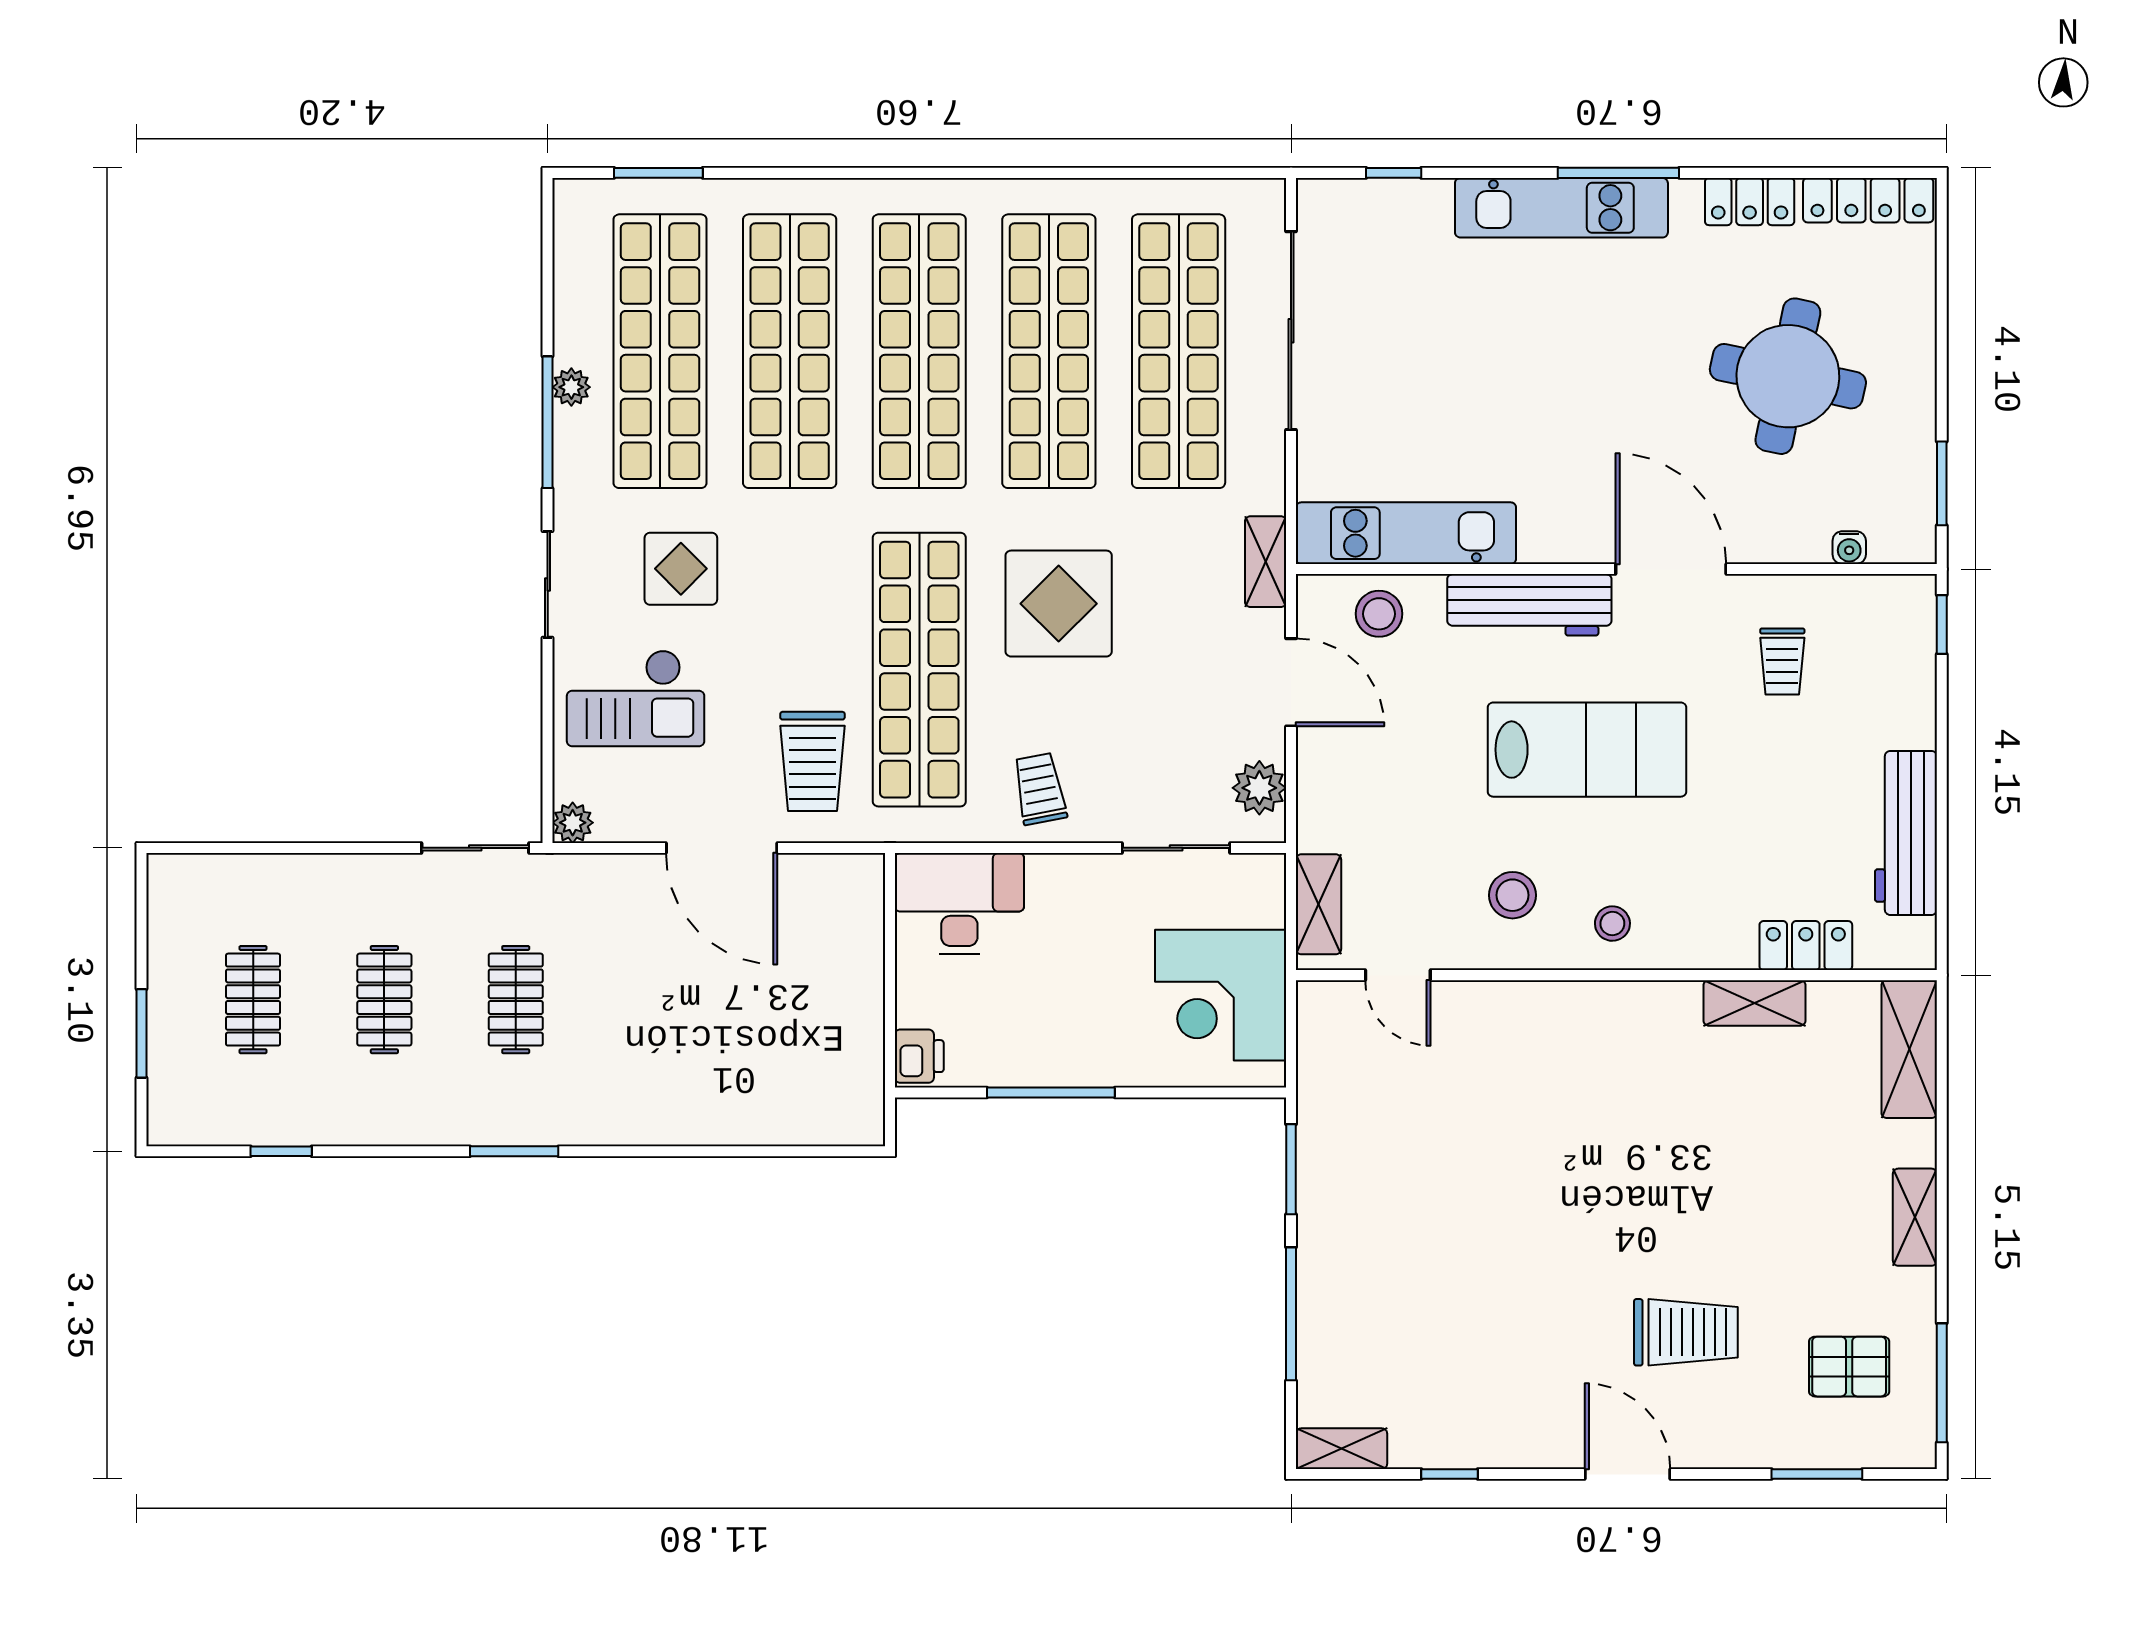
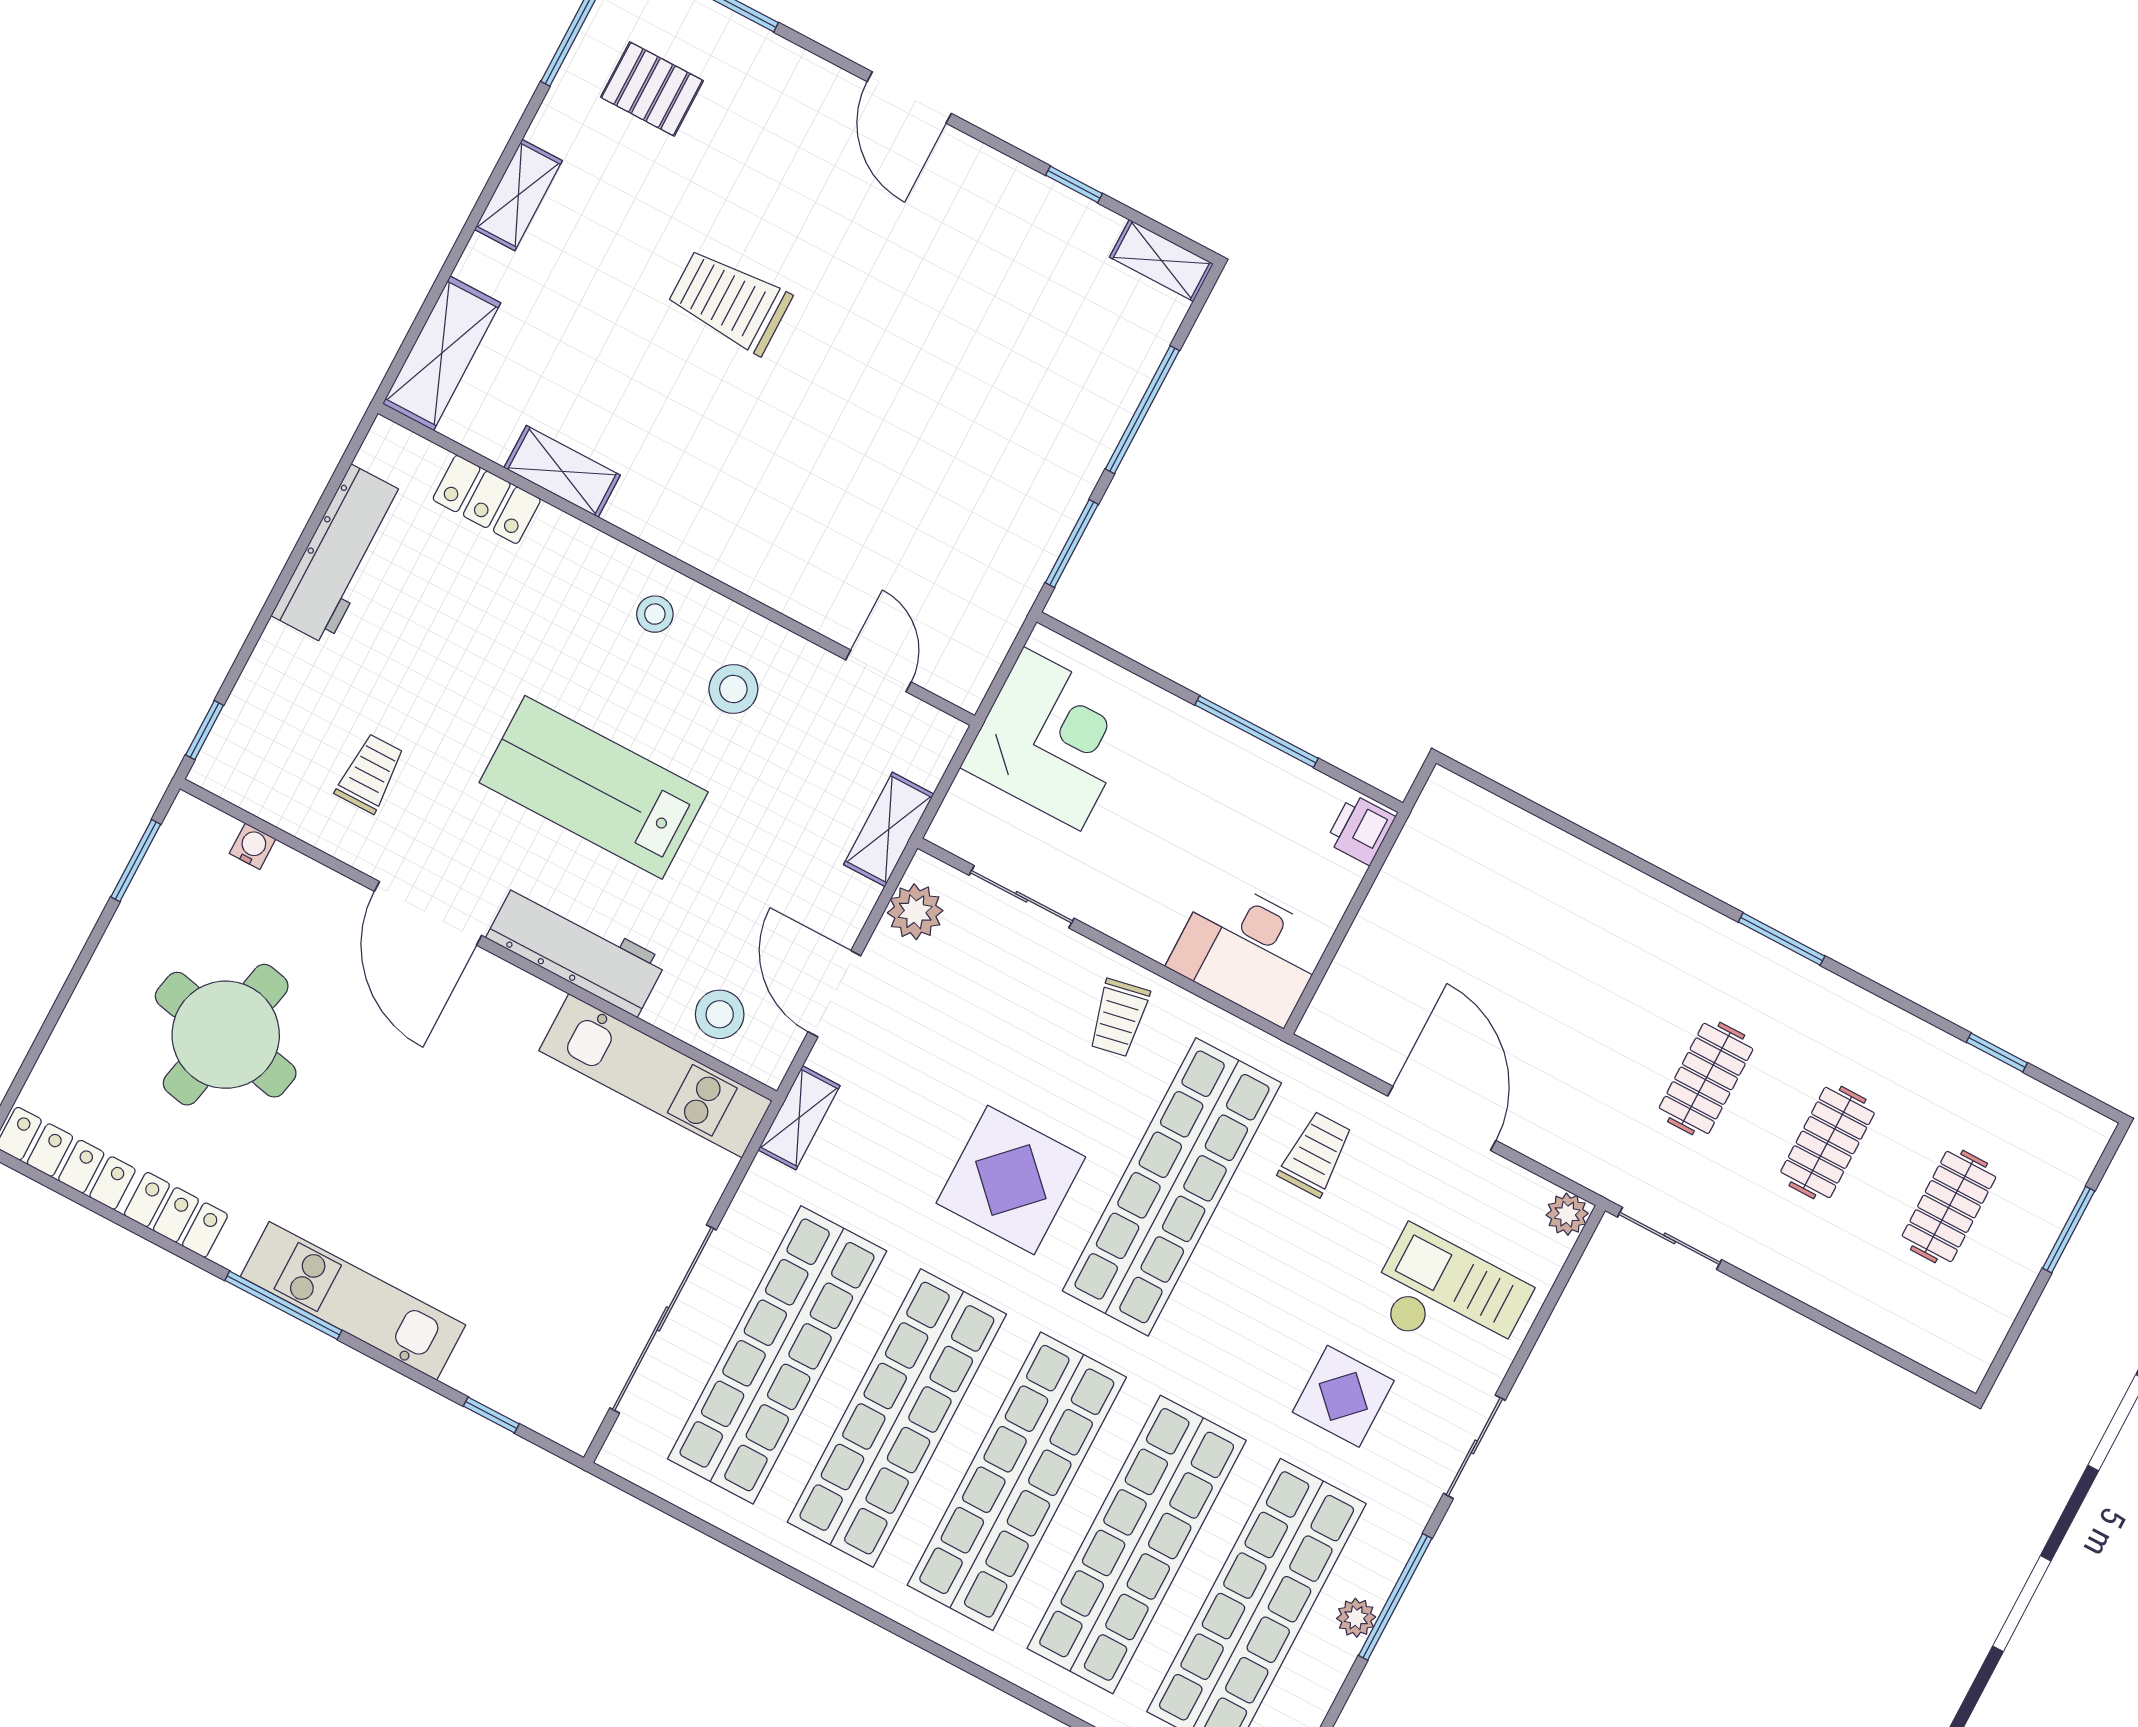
trolley: (812, 761) -> (1316, 1154), width x0.73, depth x0.72
shelving: (1318, 904) -> (889, 829), moved
trolley: (1686, 1332) -> (730, 301), moved

